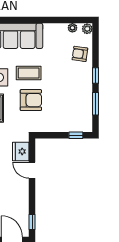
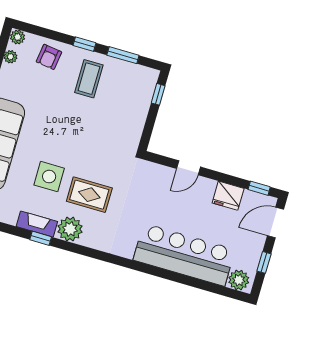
coffee table: (29, 73) -> (89, 79), moved
armchair: (31, 100) -> (93, 142), removed
fridge: (21, 151) -> (228, 196), moved

